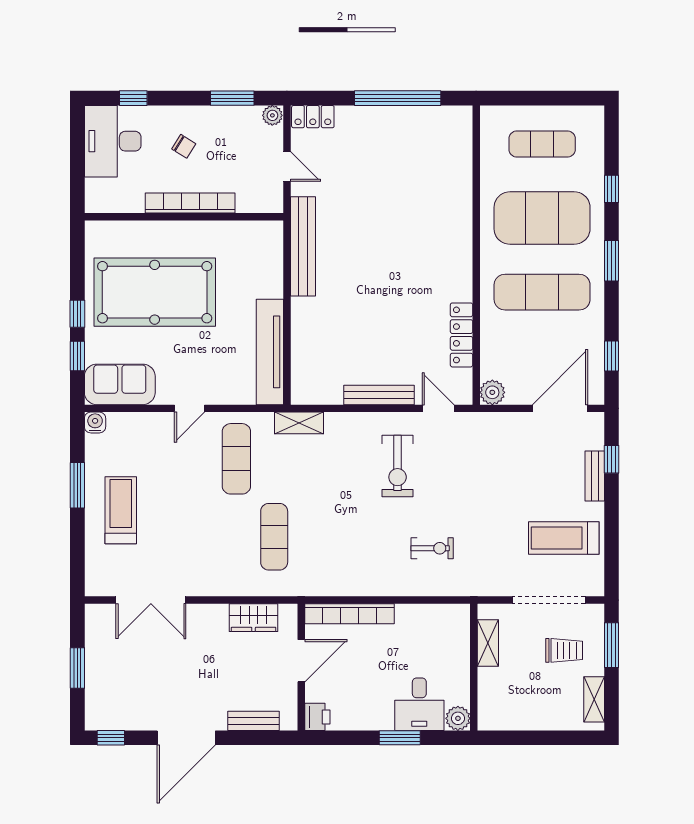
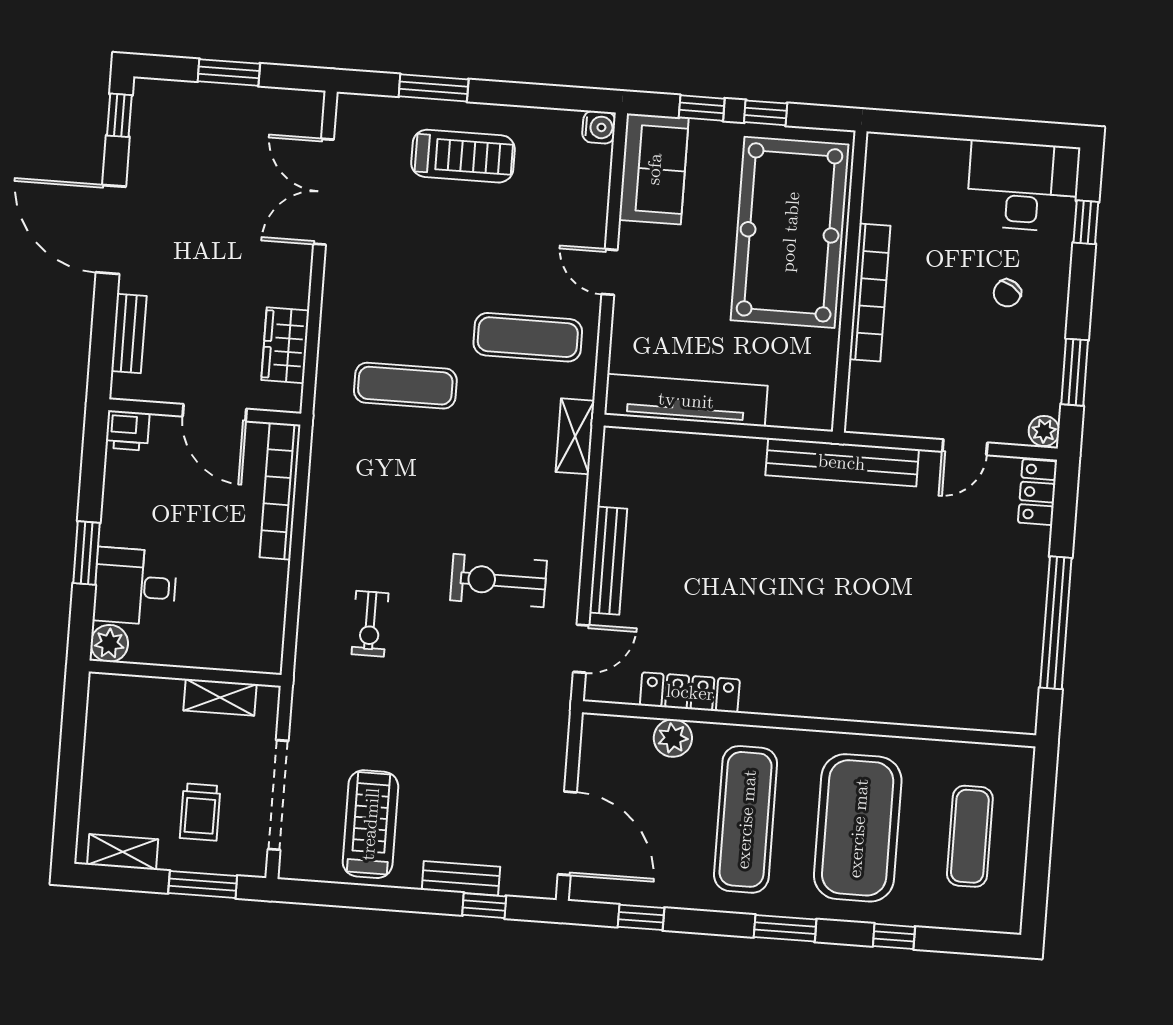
bookcase: (190, 203) -> (870, 292), moved
wall: (184, 217) -> (850, 282), moved
plant: (492, 392) -> (673, 738), moved
window: (77, 485) -> (434, 88), moved

